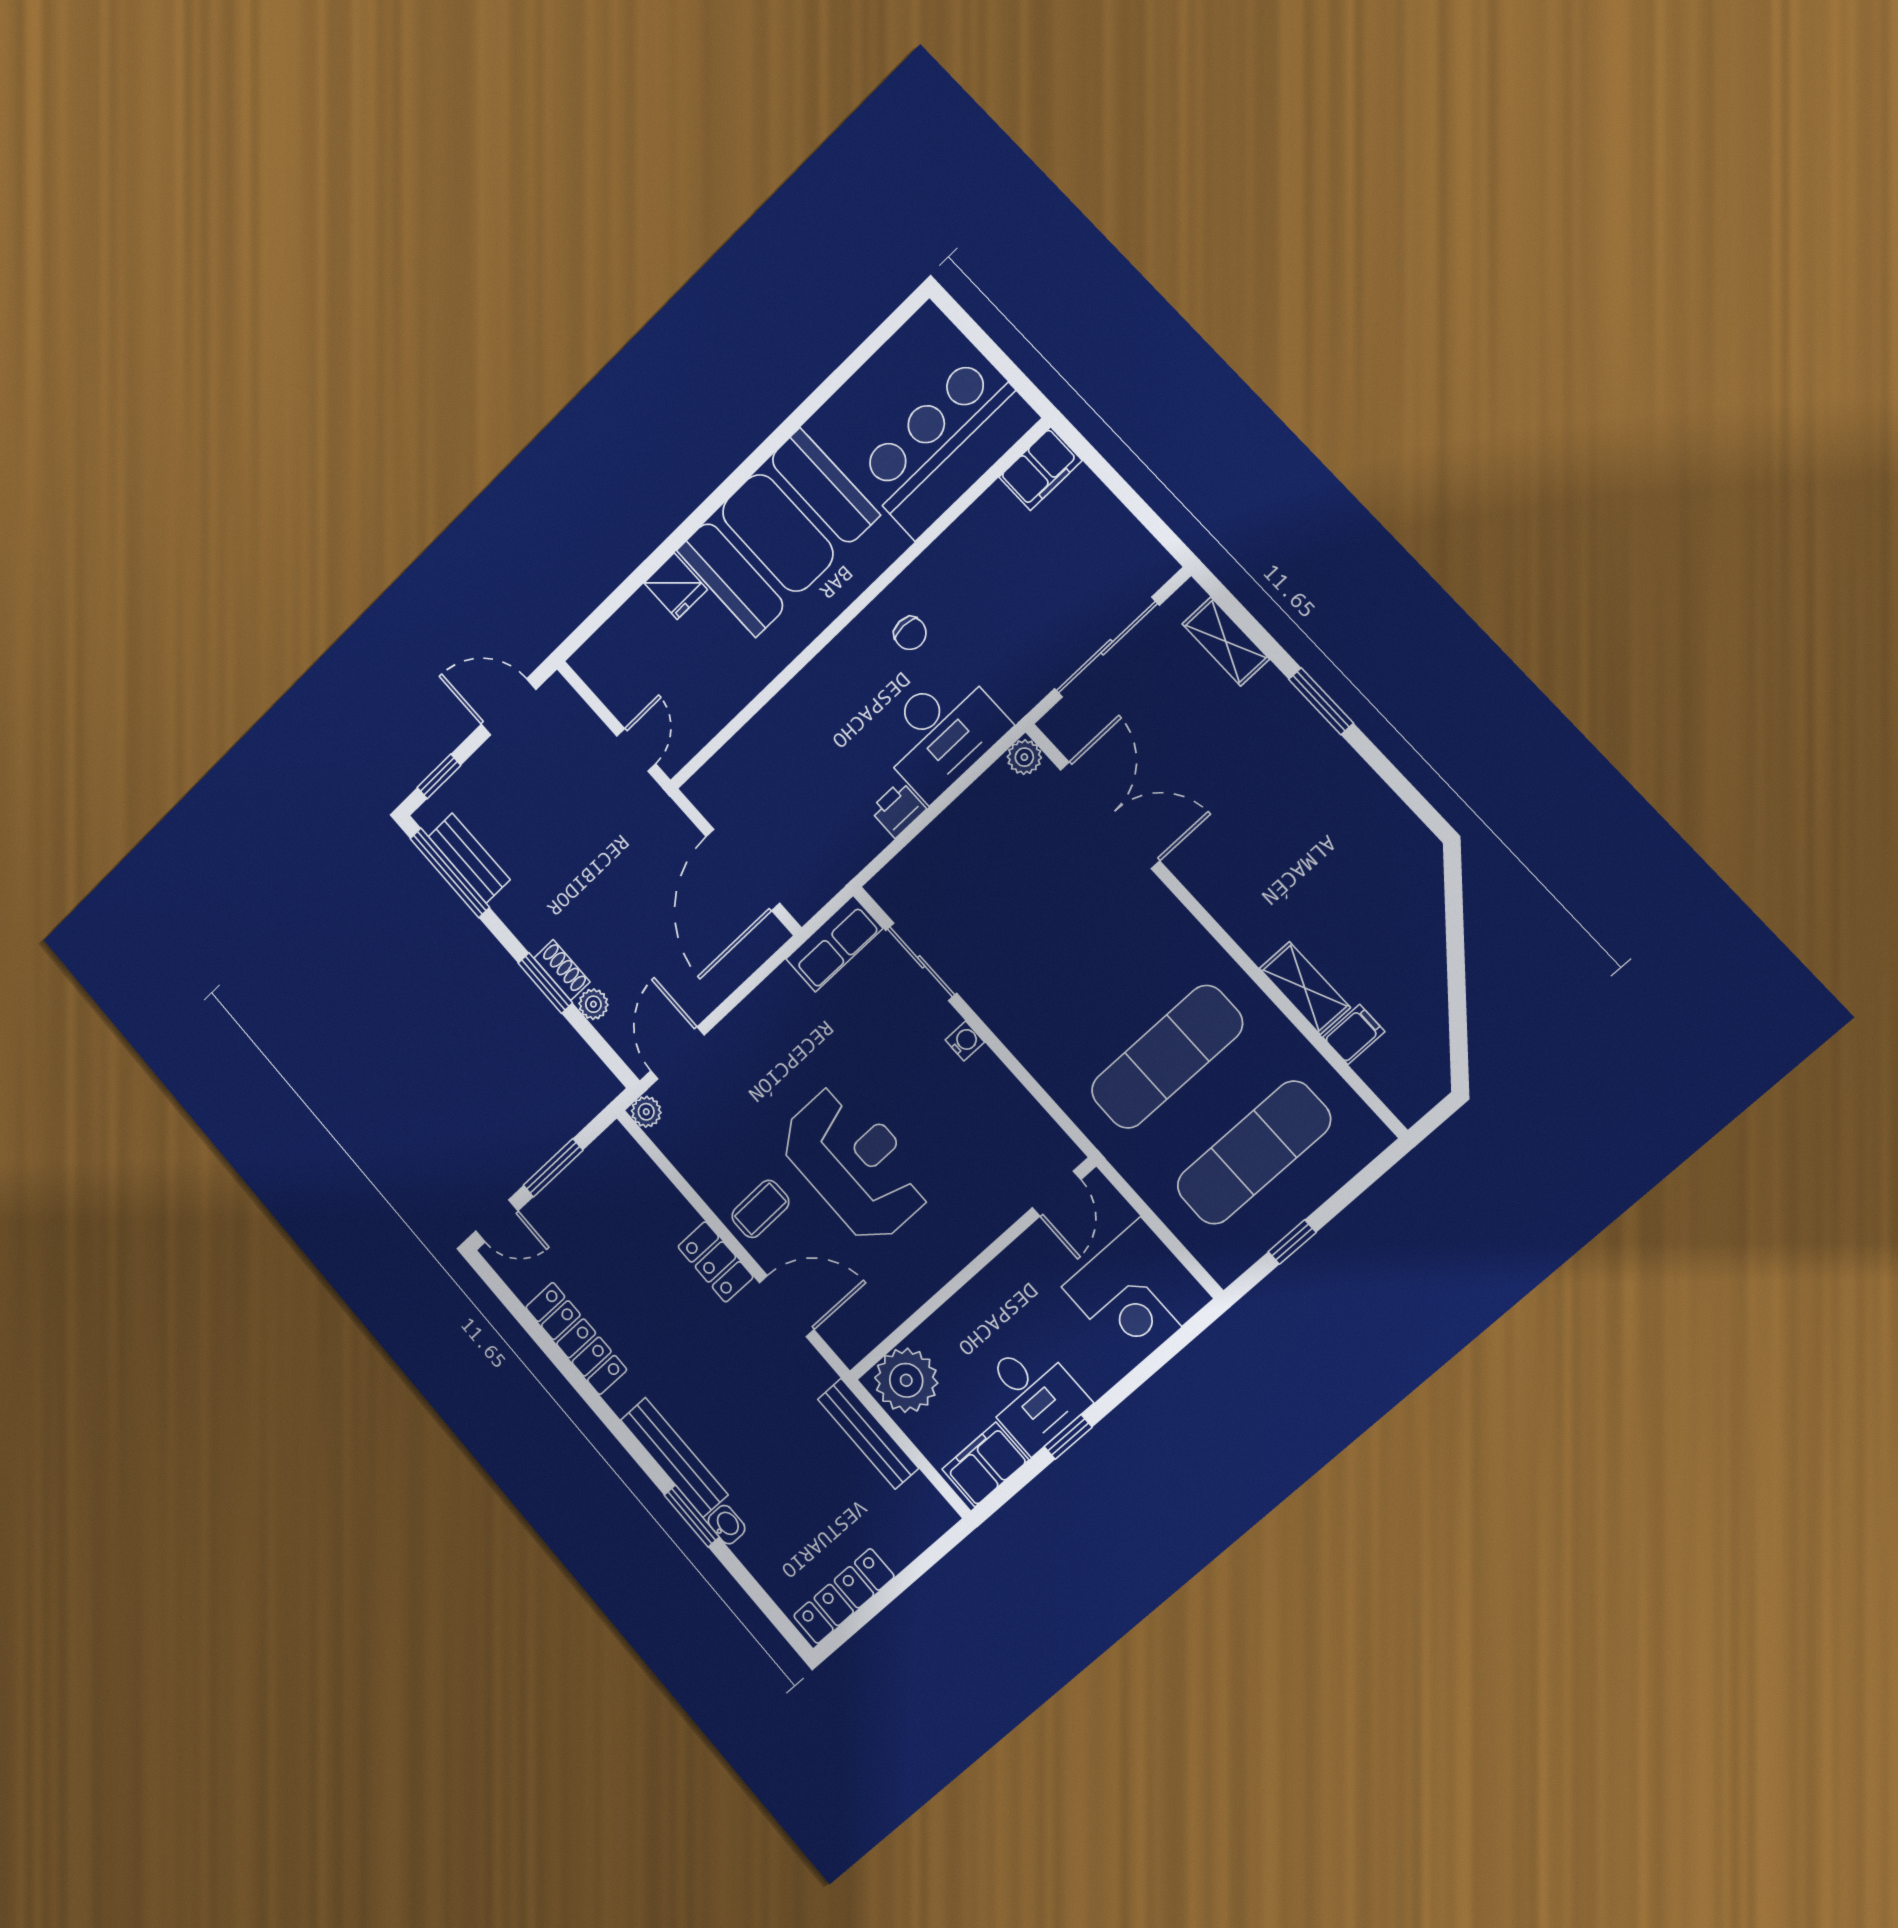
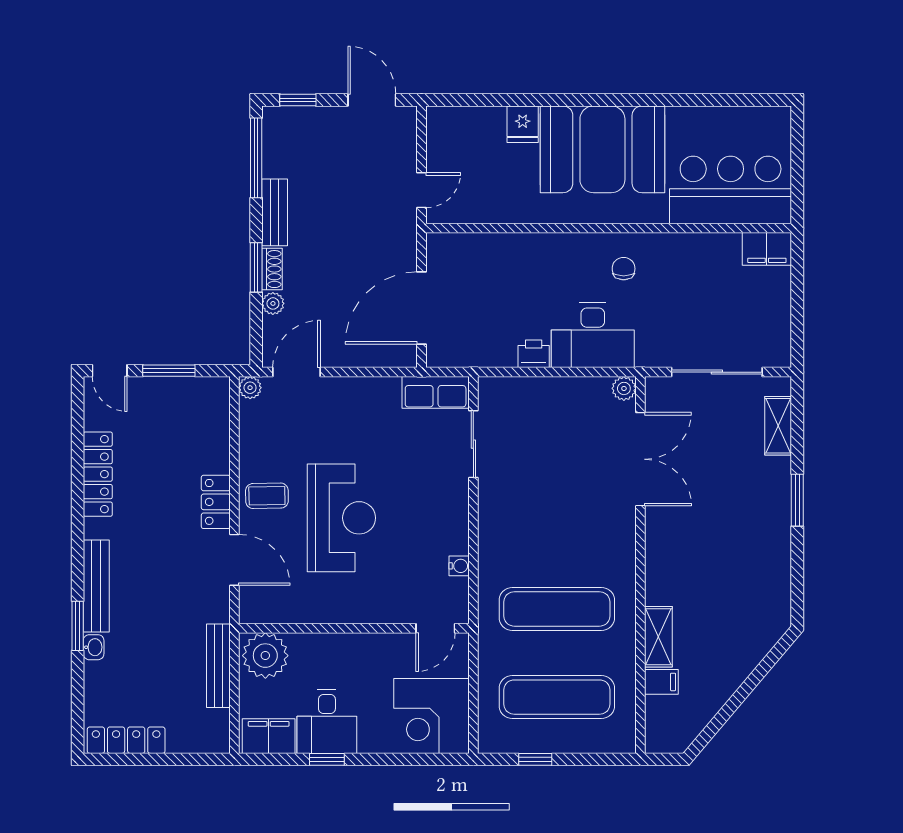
chair: (910, 633) -> (624, 269), turned 180
bench: (469, 858) -> (275, 212), moved
water cooler: (965, 1041) -> (459, 566), moved

